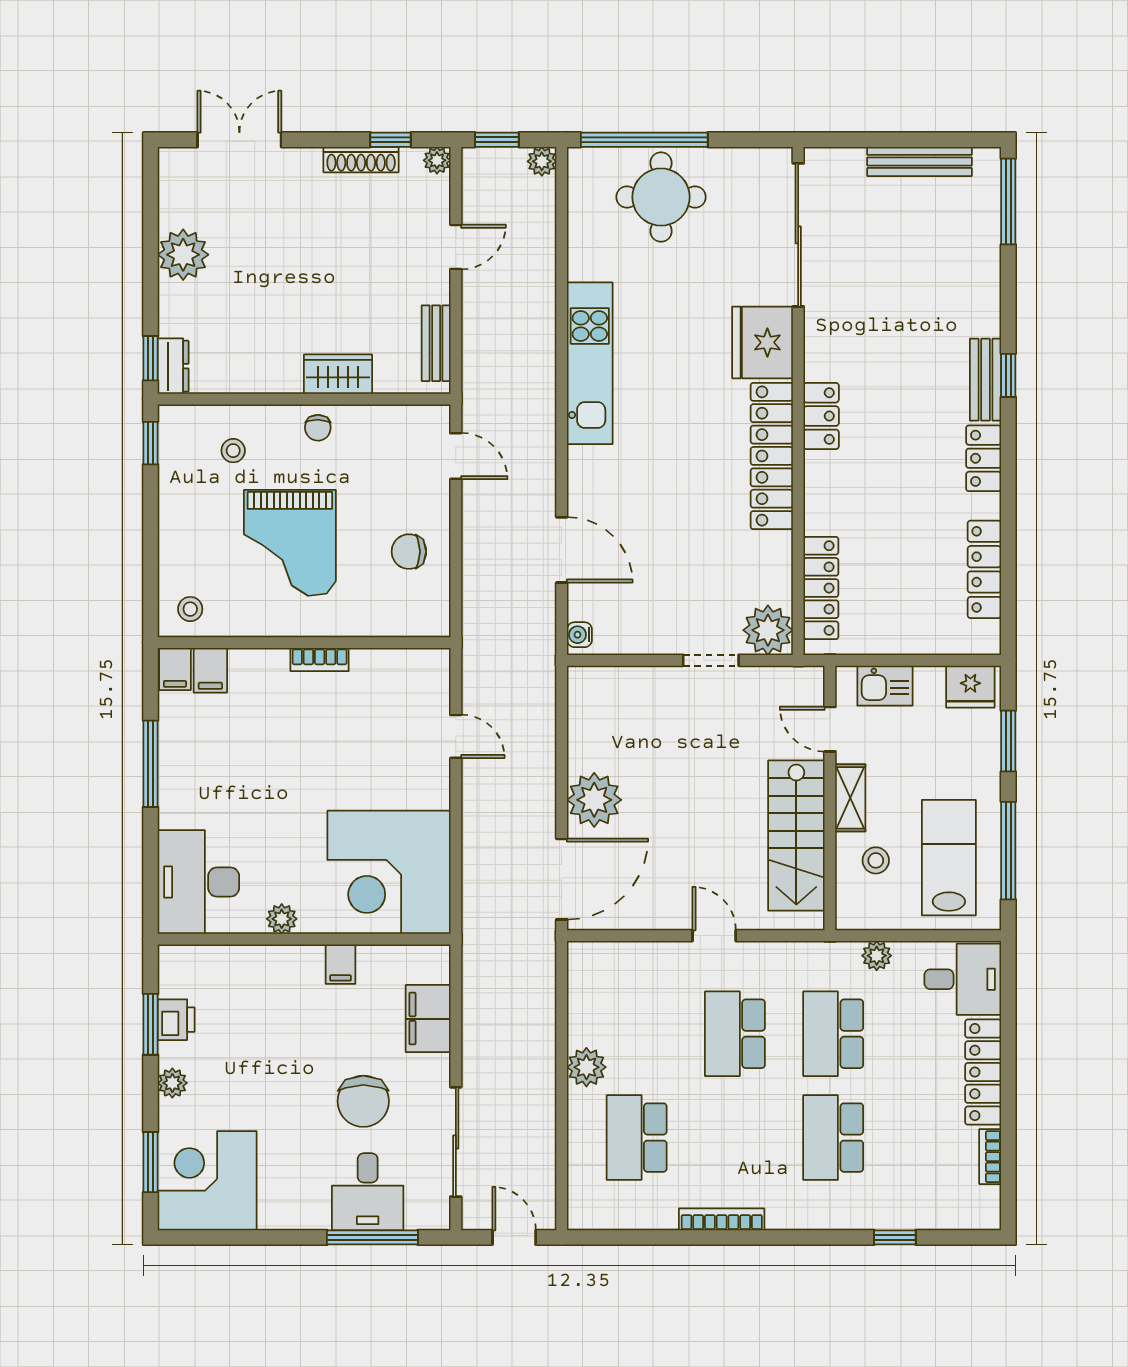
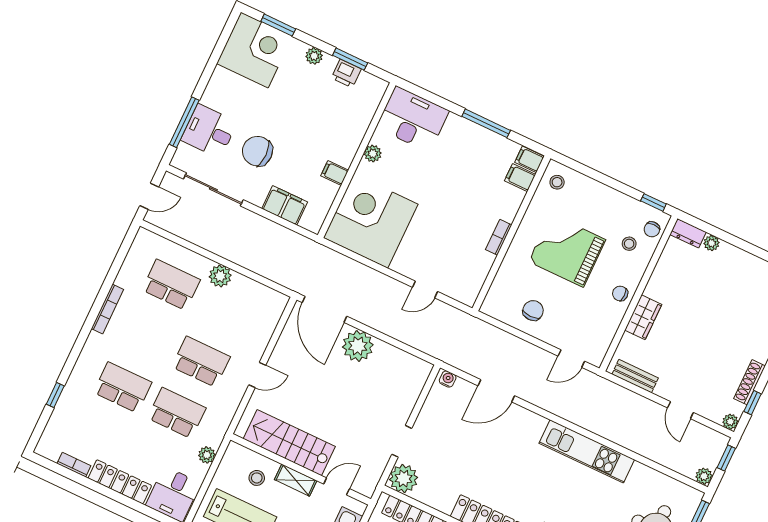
plant: (183, 255) -> (712, 243), moved, width x0.53, depth x0.53
window: (151, 358) -> (698, 223), removed
chair: (194, 426) -> (652, 229), added

